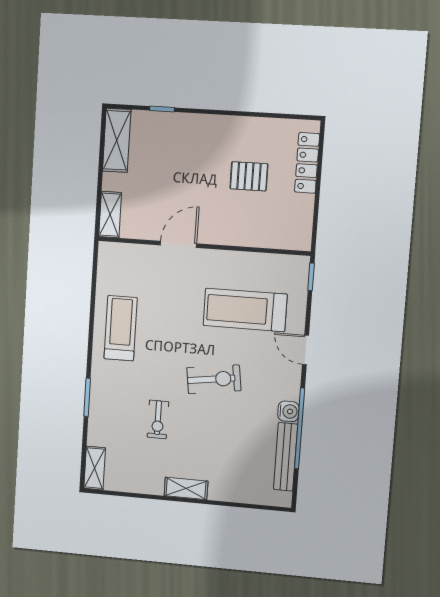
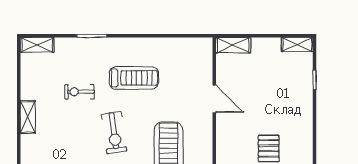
shelving: (117, 140) -> (297, 45), width x0.67, depth x0.75
treadmill: (121, 328) -> (134, 78), moved

